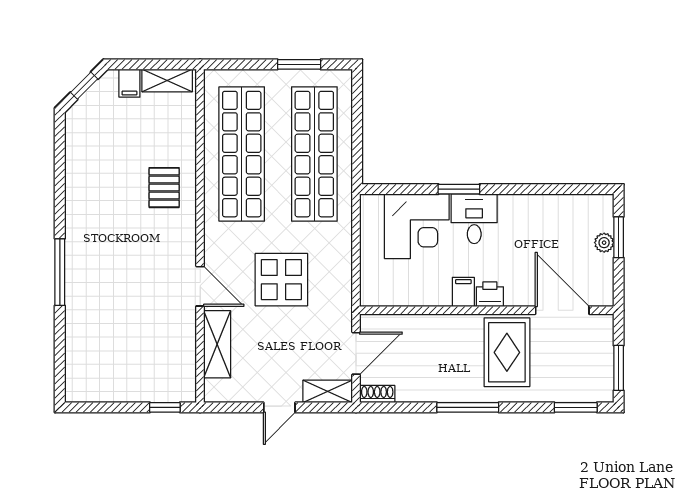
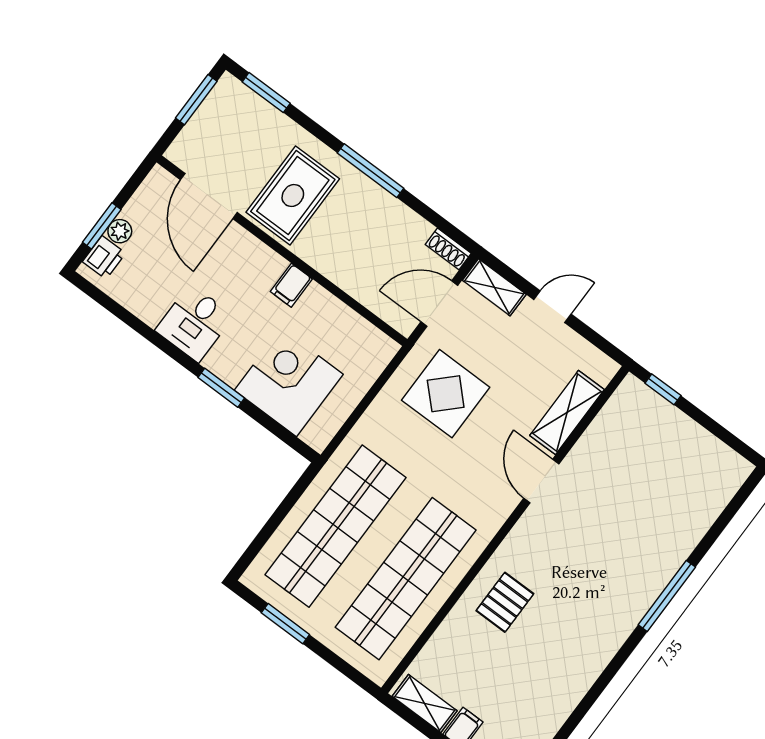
desk: (474, 219) -> (194, 323), moved
display table: (281, 280) -> (446, 394), moved
printer: (490, 294) -> (104, 257), moved, turned -90

